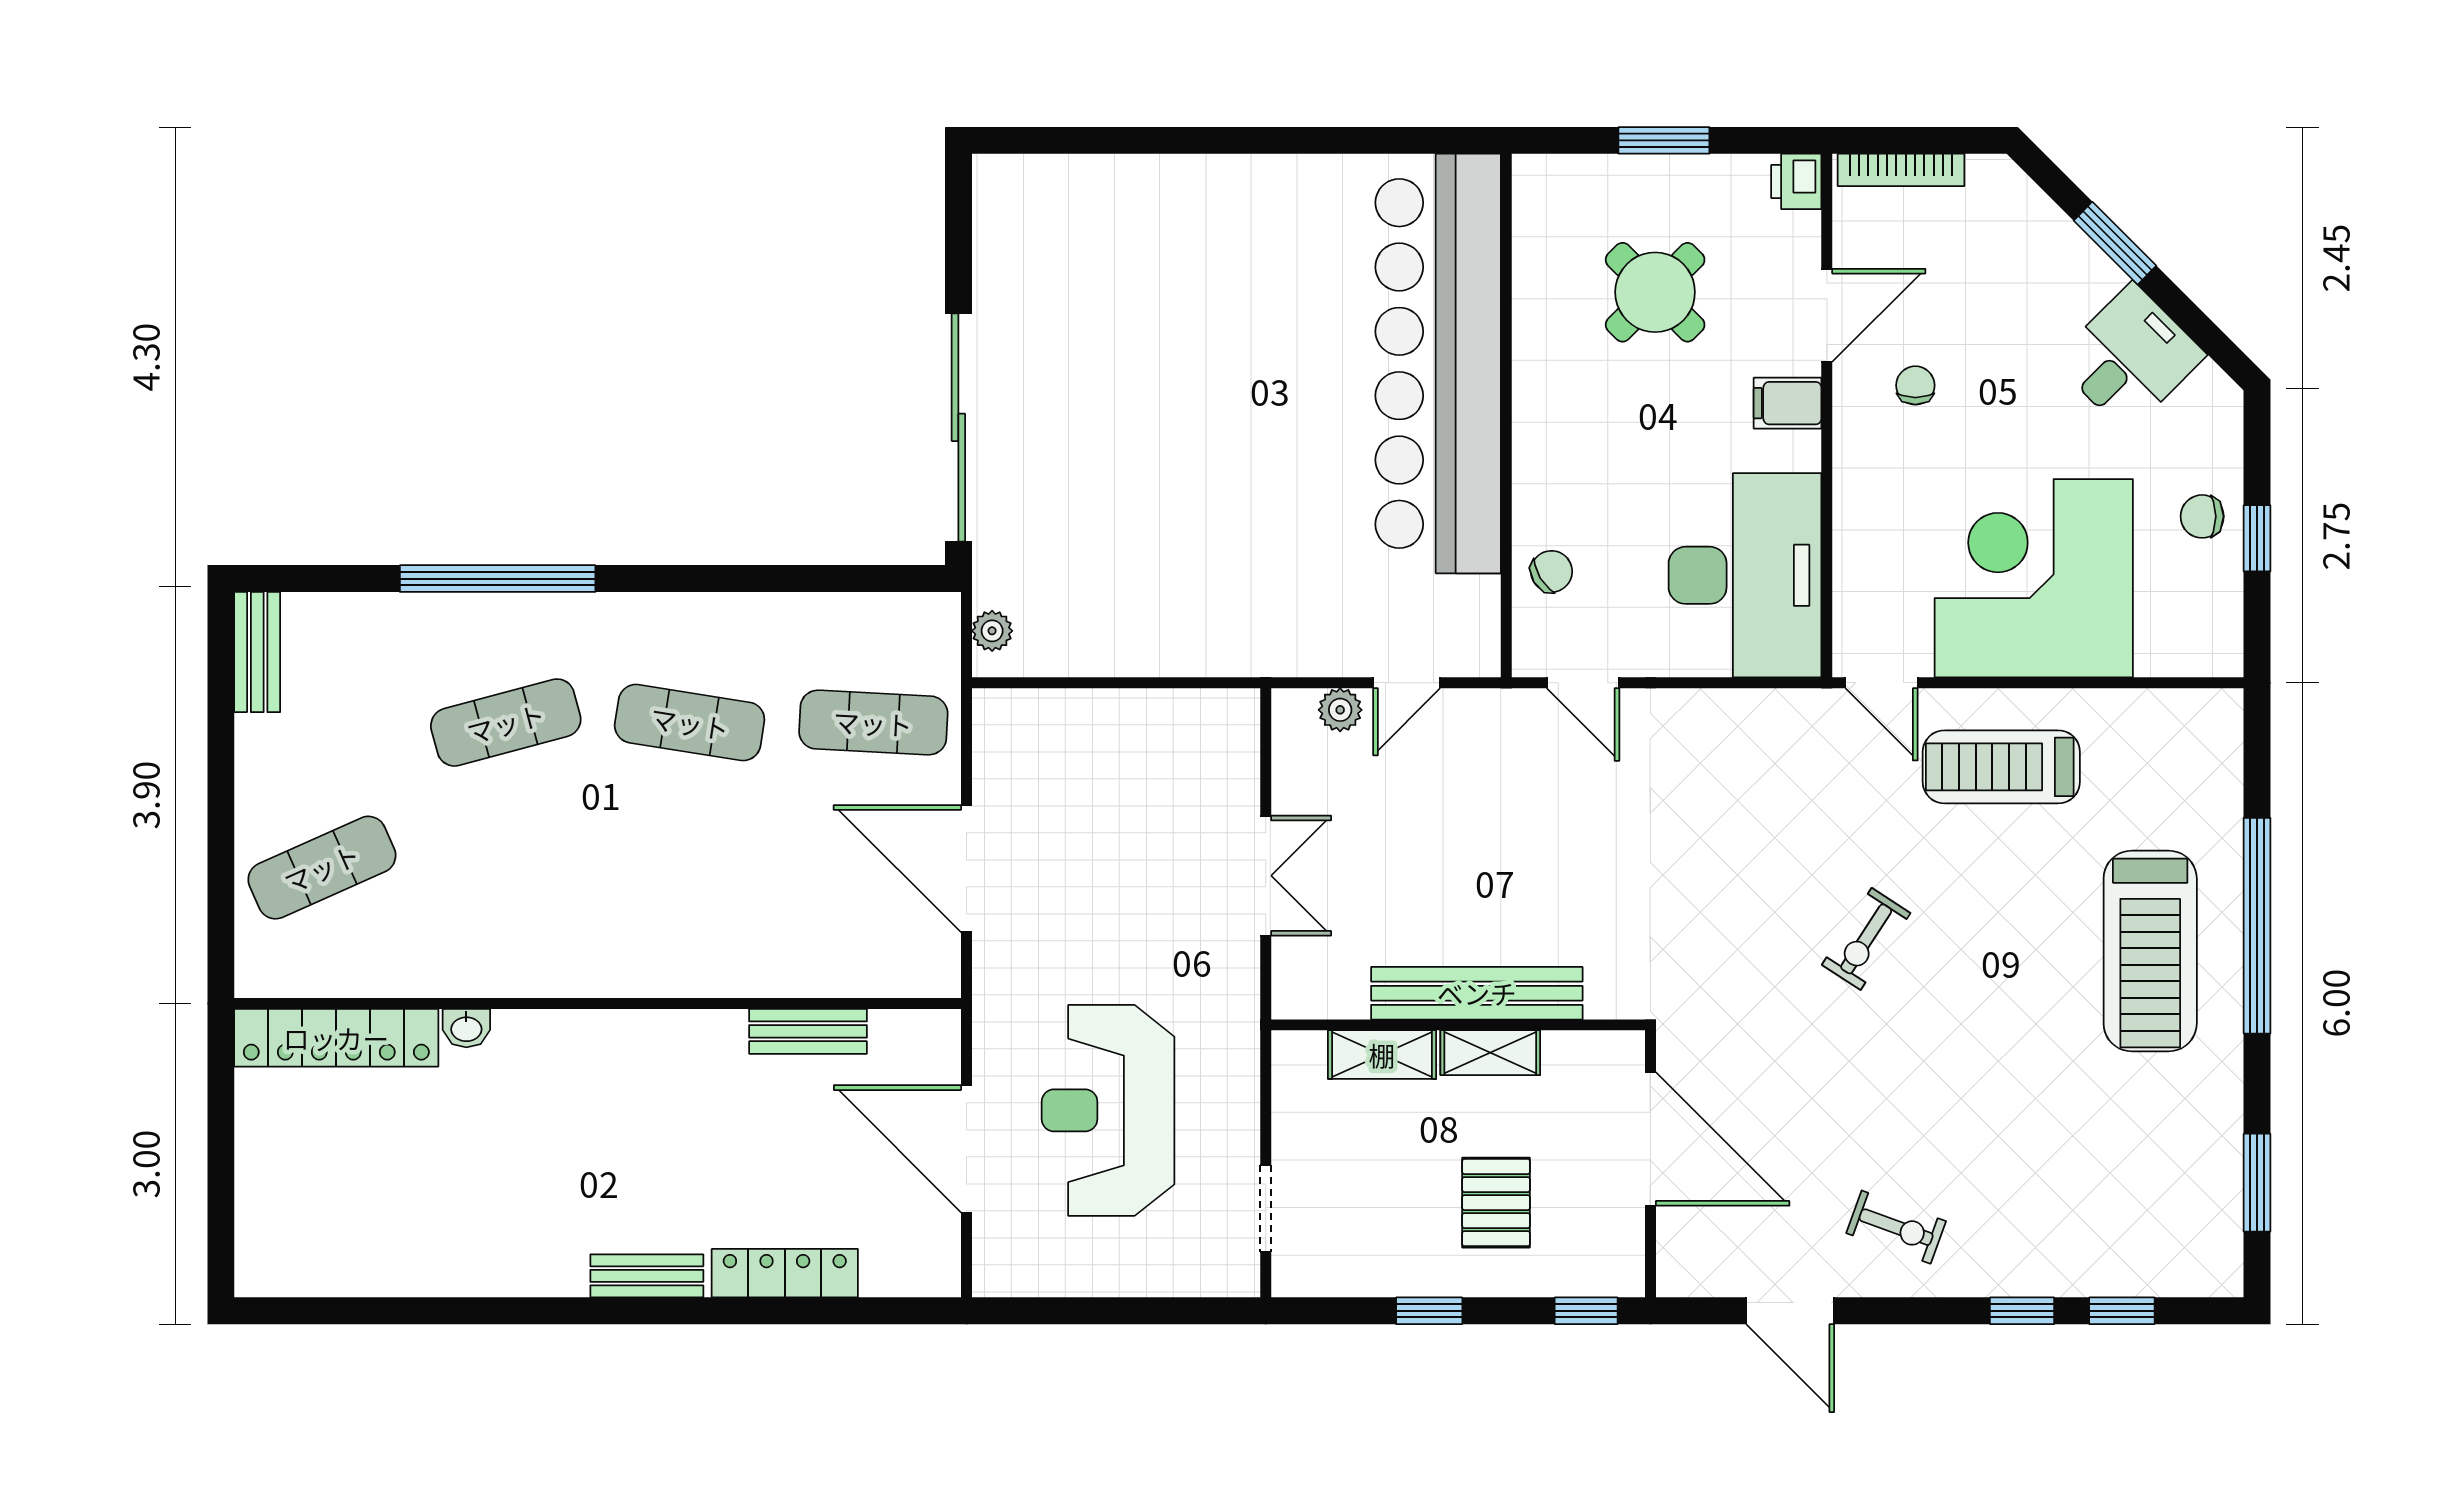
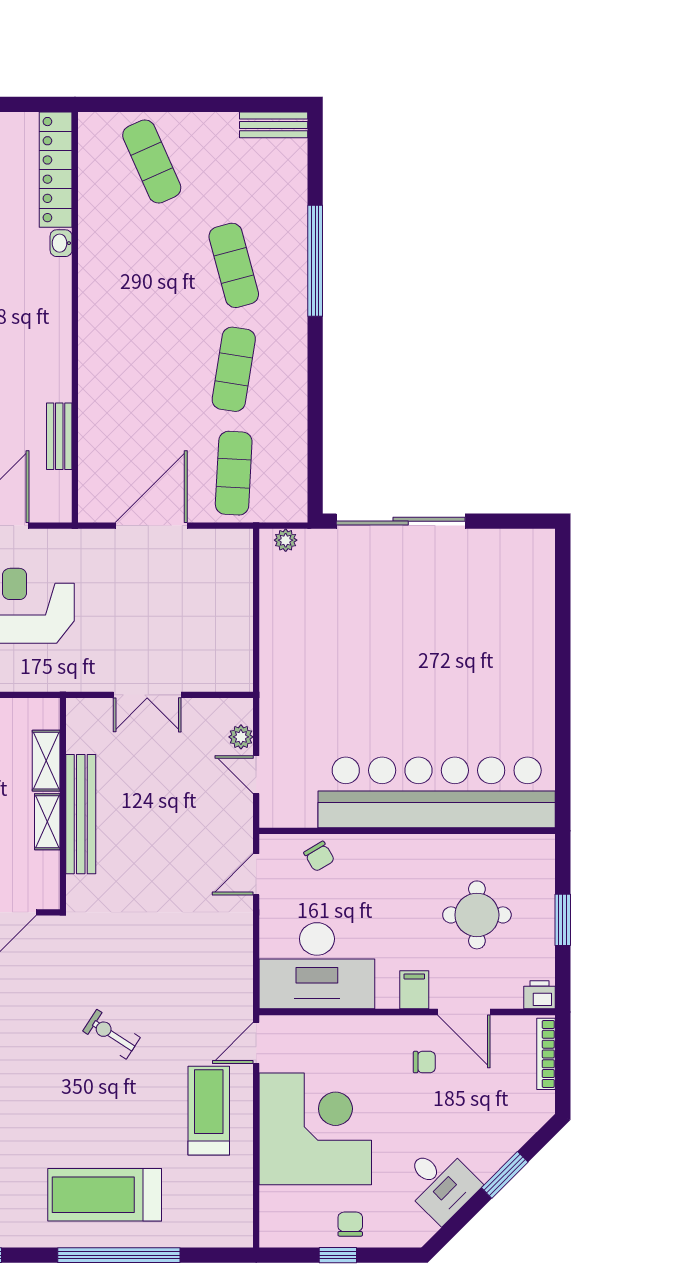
round table: (1655, 292) -> (477, 915), turned 45

